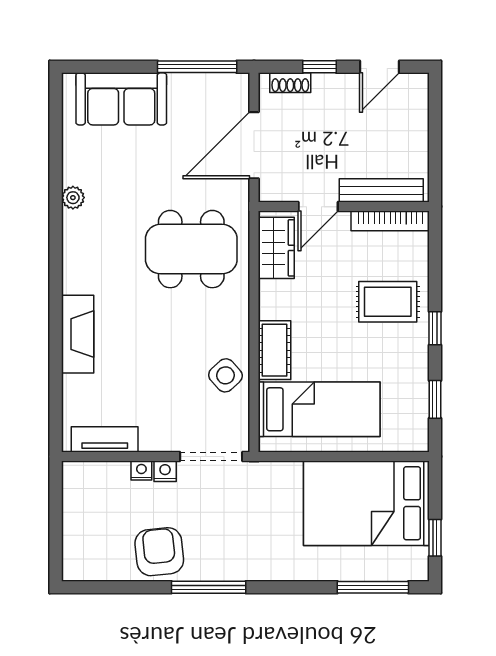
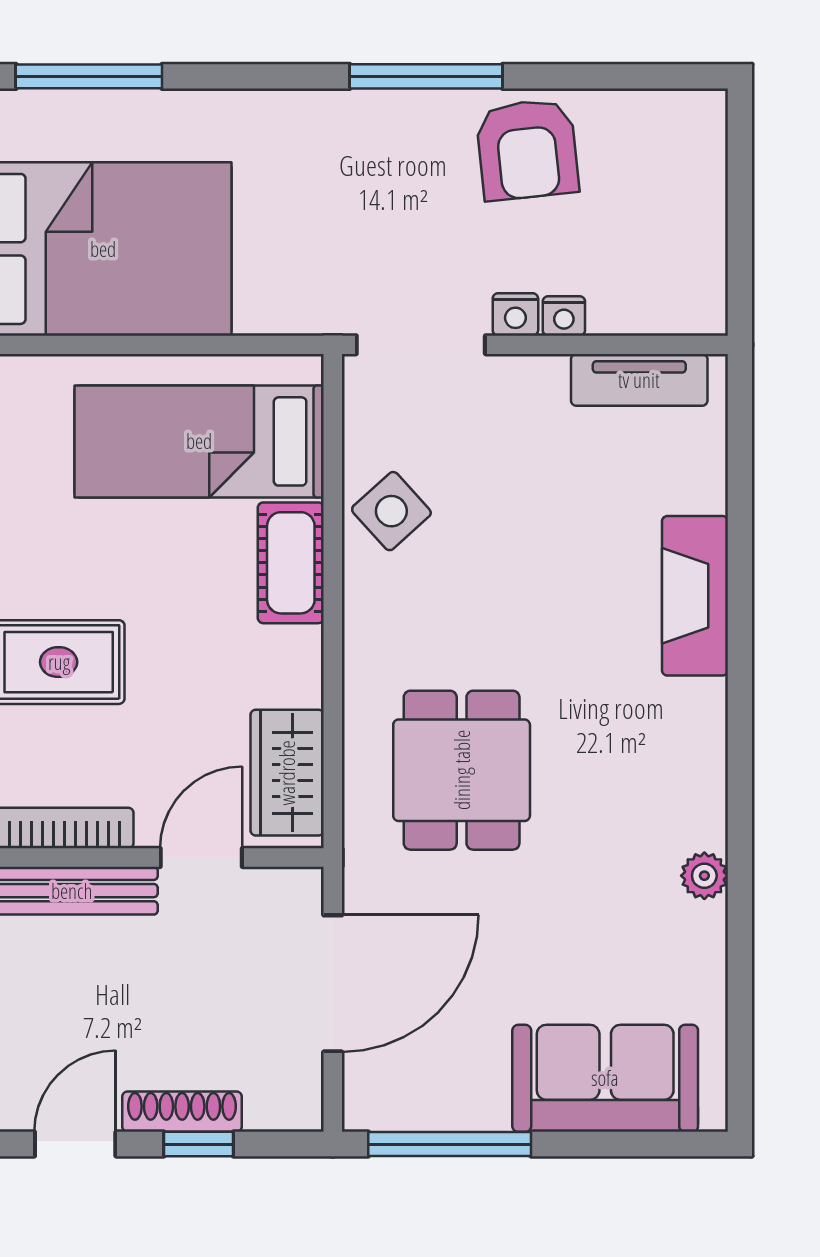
shoe rack: (290, 83) -> (182, 1112), moved, width x1.43
dining table: (191, 249) -> (462, 770), width x0.73

